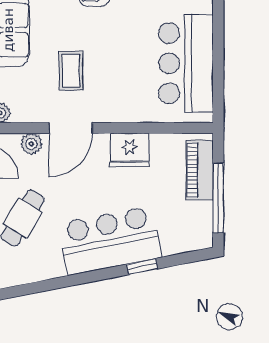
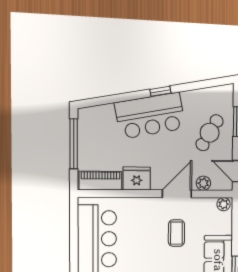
piano: (200, 170) -> (101, 181), moved, turned -90
window: (142, 267) -> (160, 91), moved

